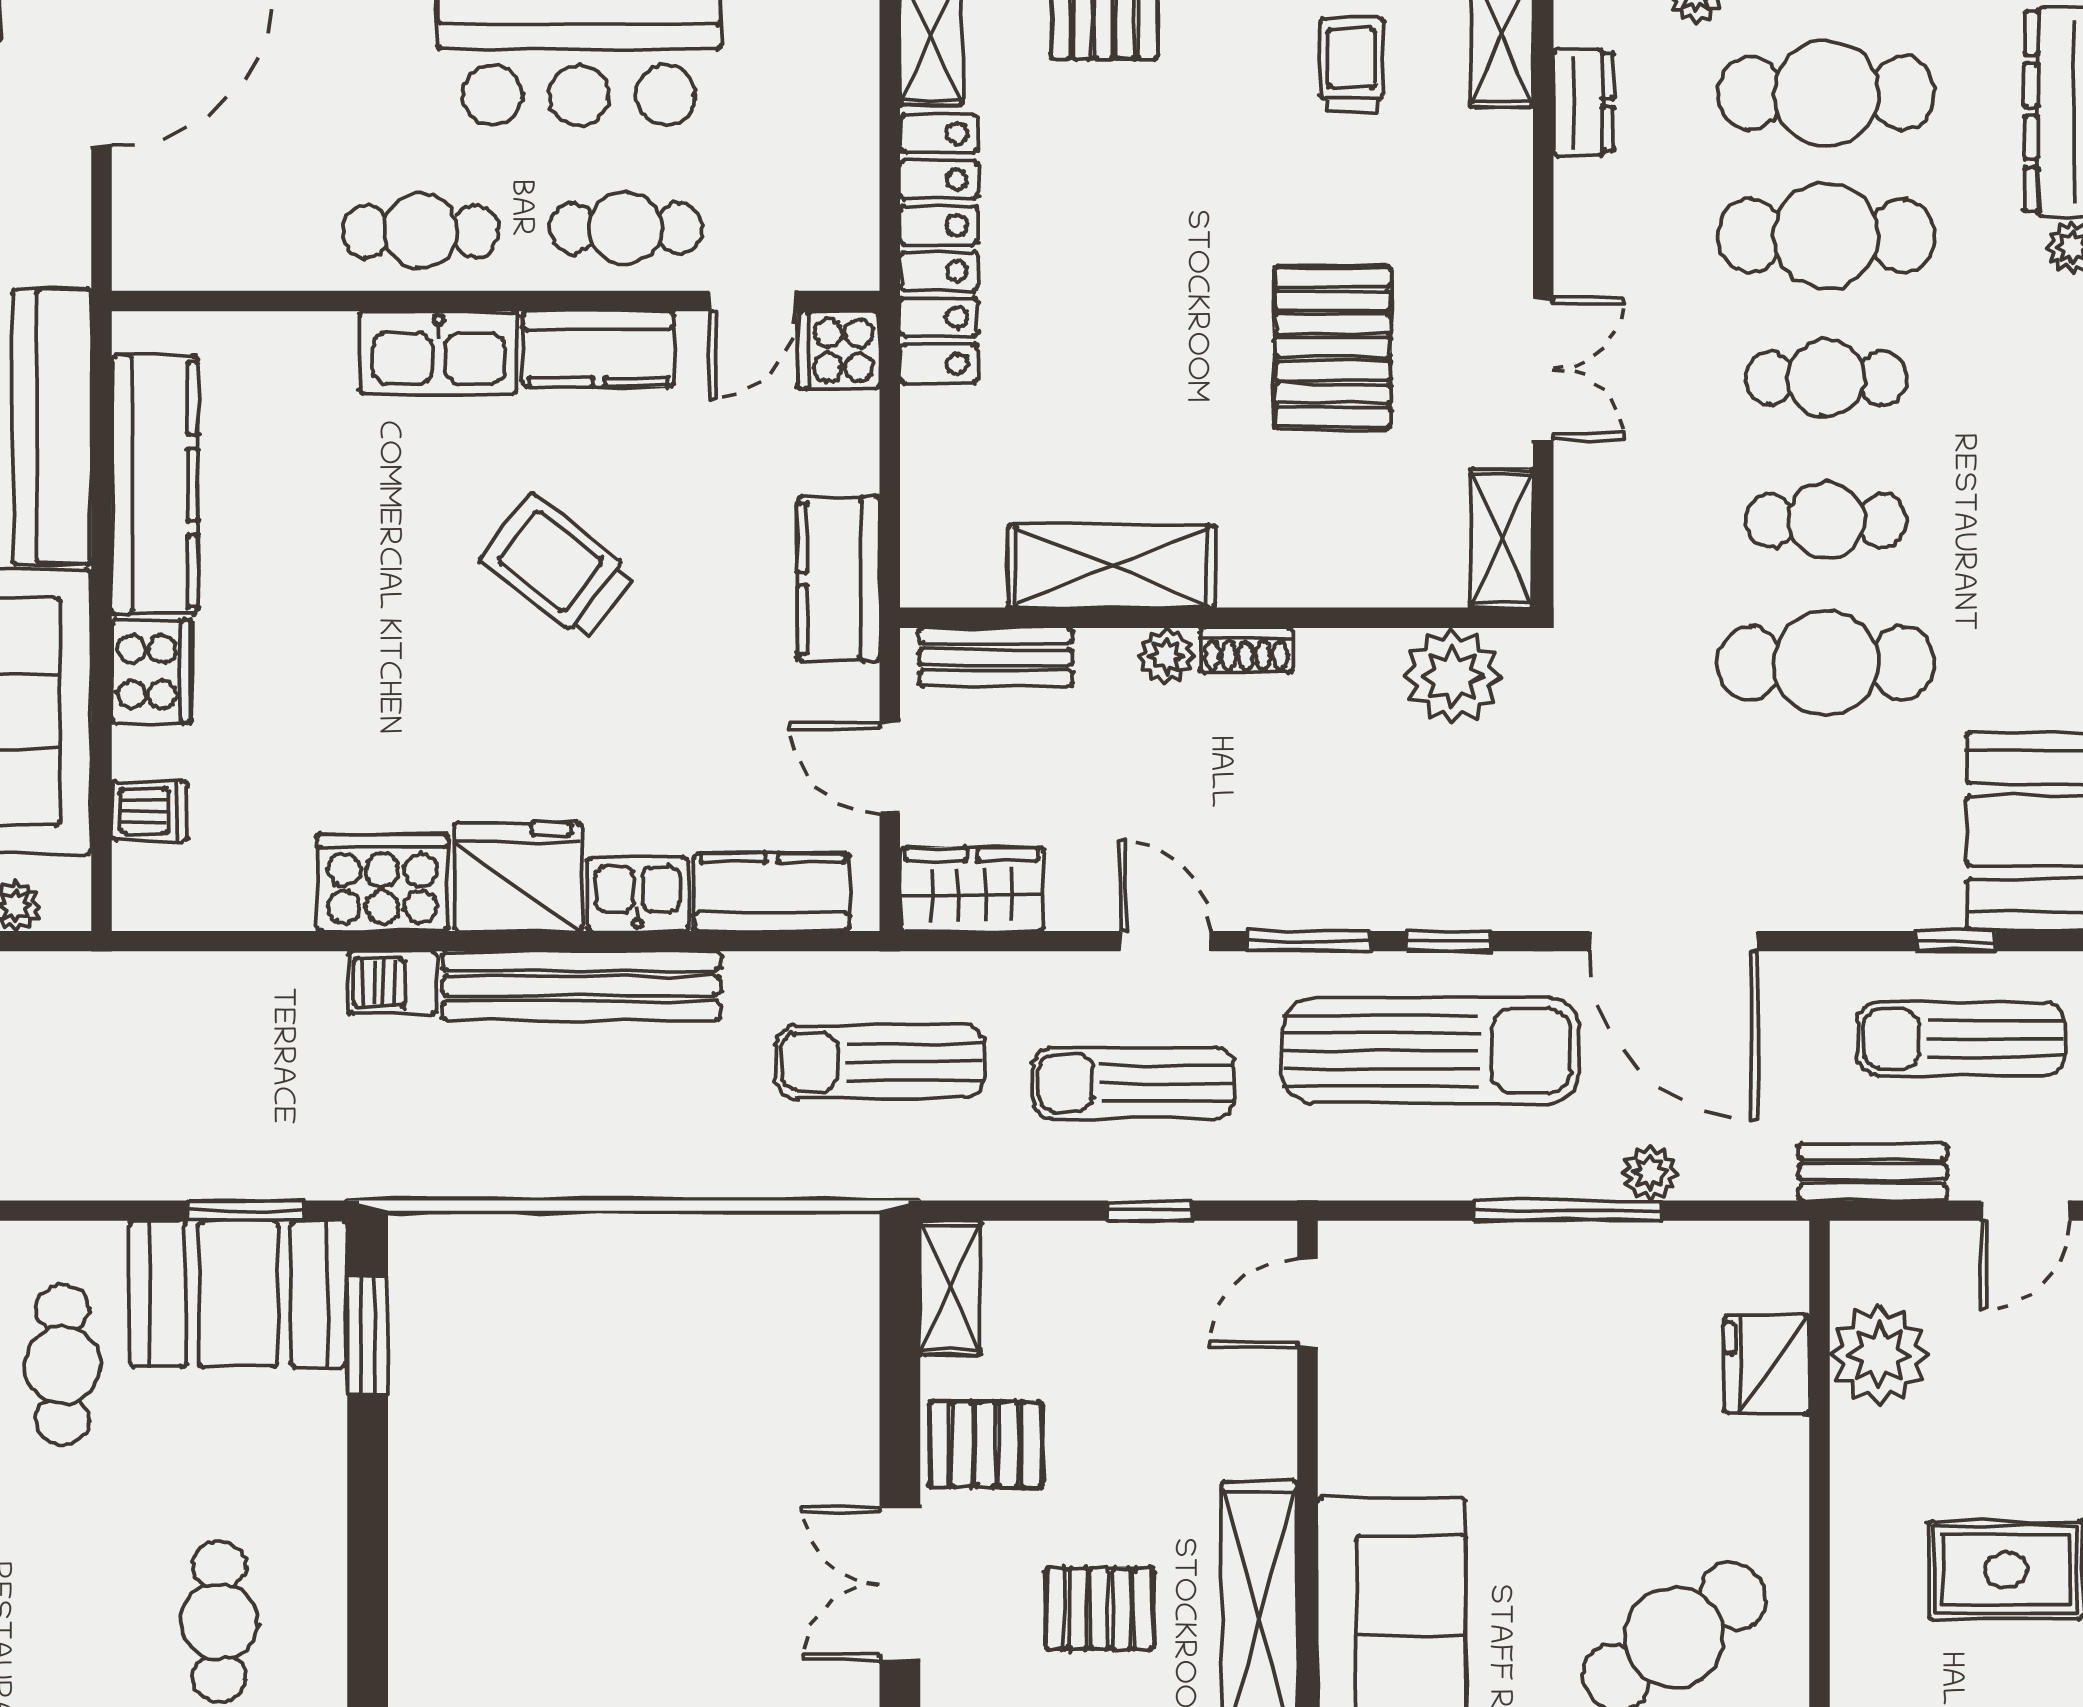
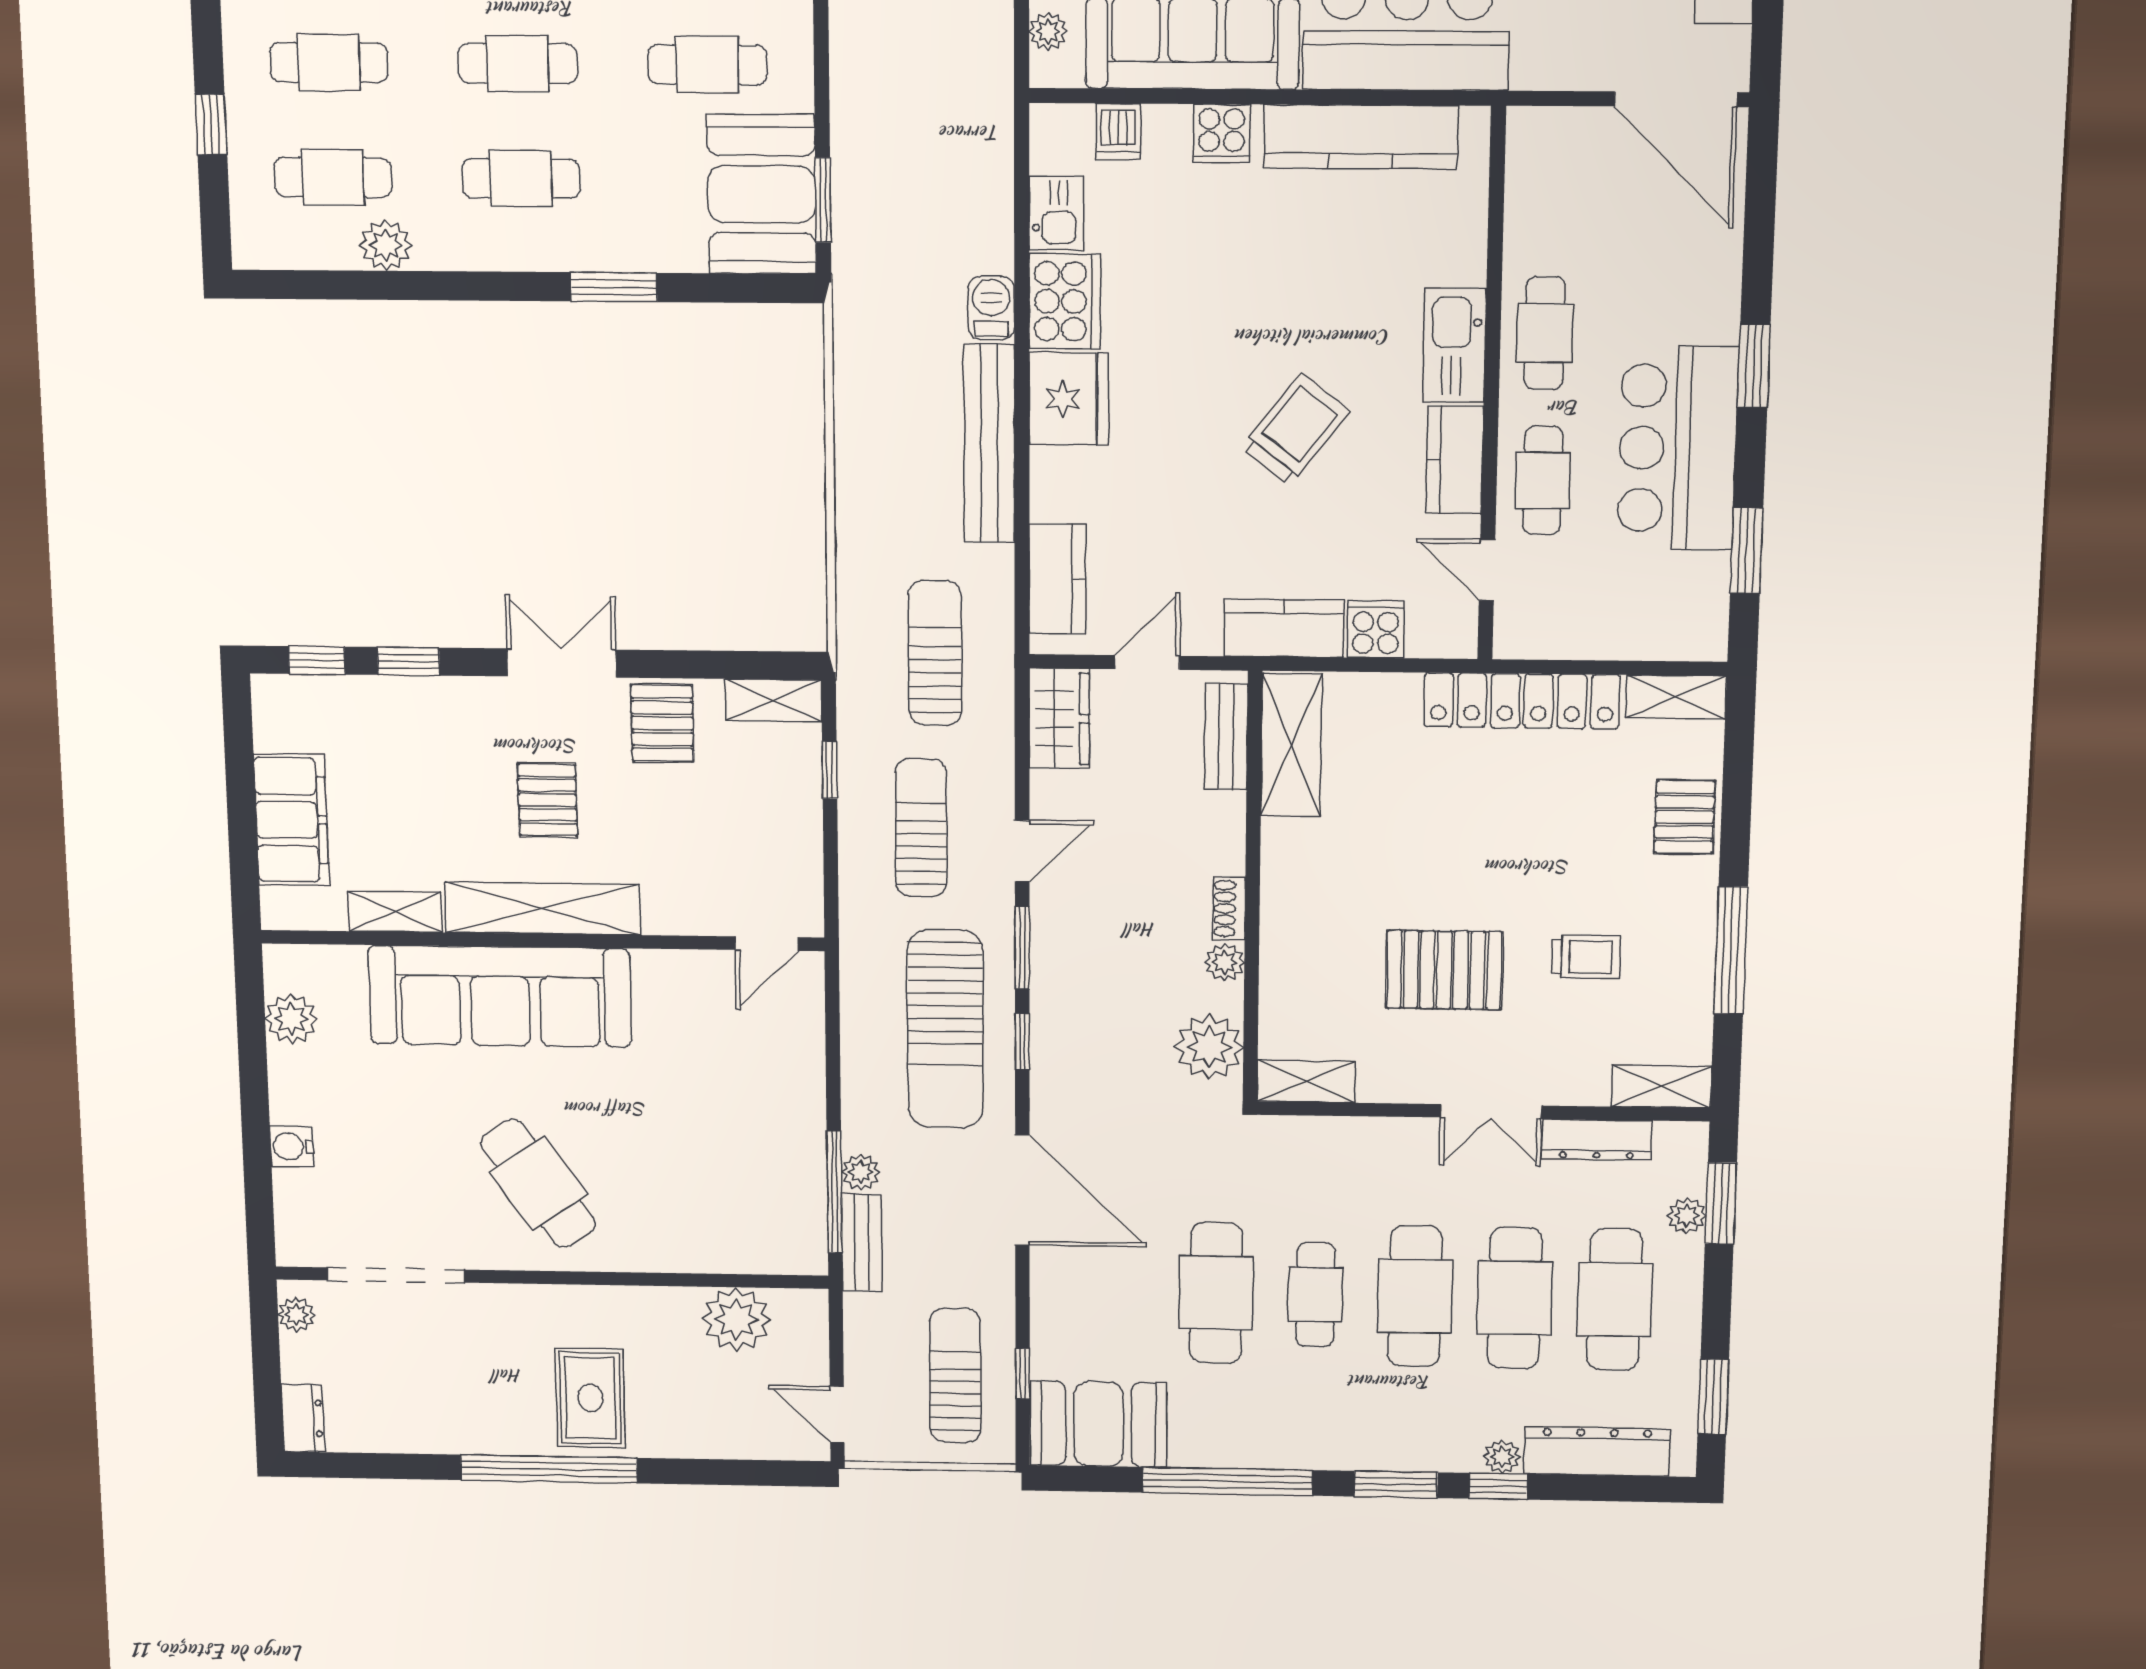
trolley: (1351, 65) -> (1586, 957), moved
dresser: (1583, 102) -> (1597, 1140), width x1.44
cooker: (839, 350) -> (1376, 629), moved
double door: (1543, 369) -> (1491, 1112), moved
cafe table: (1826, 378) -> (1415, 1296), width x1.37, depth x1.35
shelving: (1111, 566) -> (1291, 745), moved
plant: (1166, 656) -> (1224, 962), moved
cooker: (152, 672) -> (1222, 134), width x0.73
kitchen sink: (638, 894) -> (1056, 213), moved
door: (1673, 941) -> (1022, 1190), swing flipped
bench: (1873, 1172) -> (862, 1243), moved
window: (1150, 1211) -> (830, 770), moved
window: (1567, 1211) -> (834, 1192), moved
door: (1307, 1303) -> (766, 944), swing flipped
window: (368, 1335) -> (614, 287), moved
fridge: (1767, 1364) -> (729, 1246), removed
cafe table: (63, 1622) -> (518, 64), added

